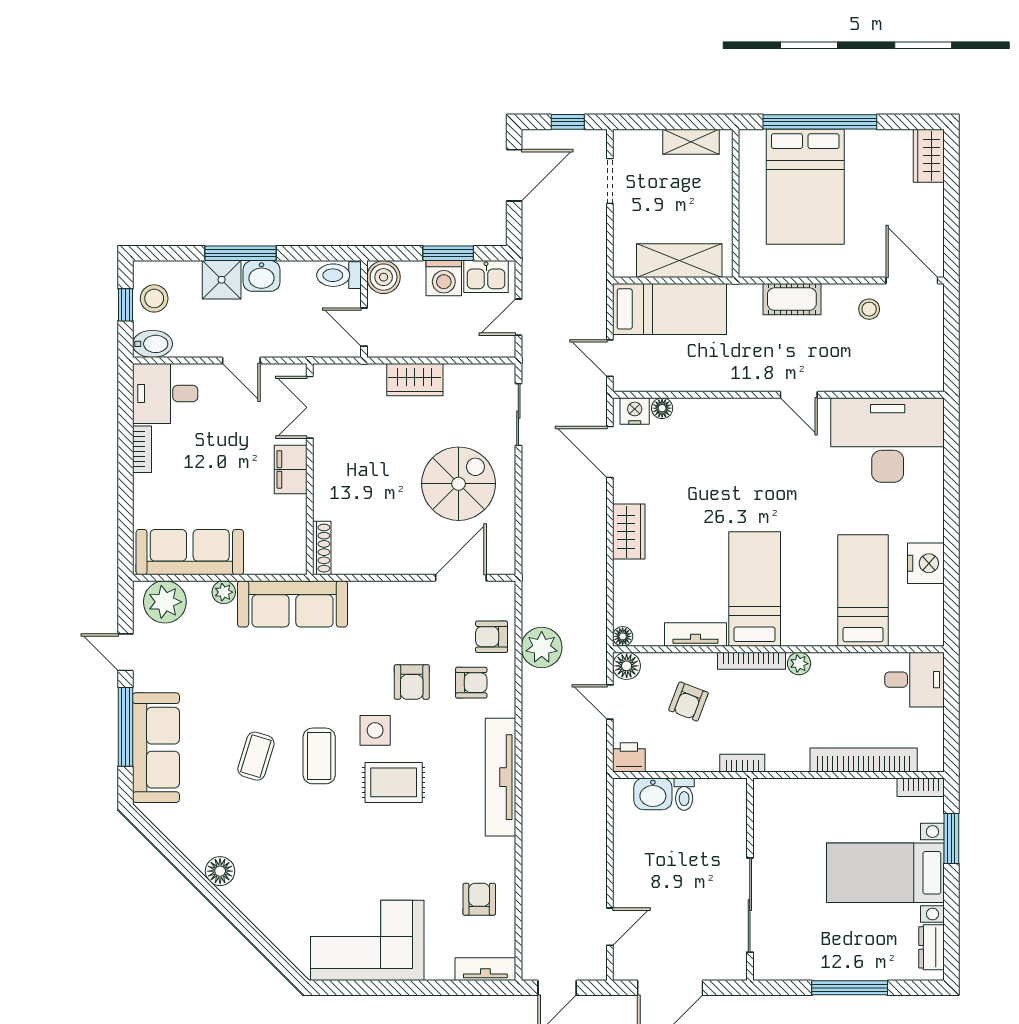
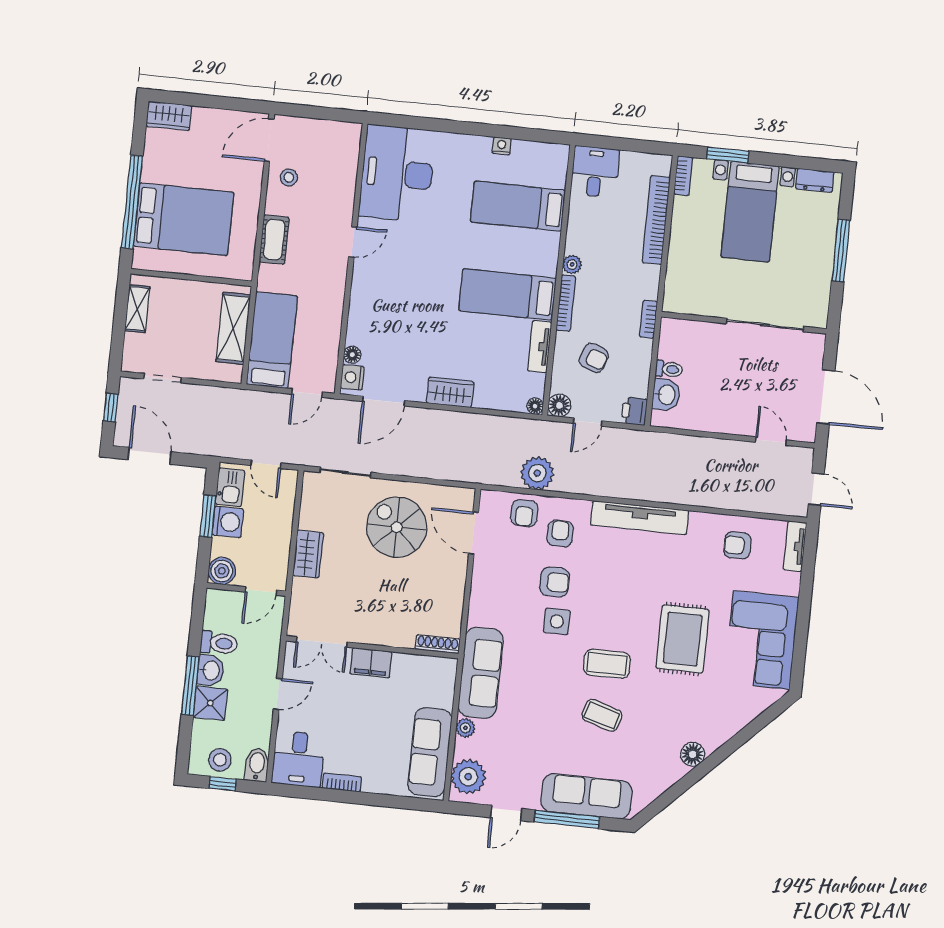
toilet: (339, 275) -> (219, 643), moved, turned -90
nightstand: (926, 563) -> (502, 146), width x0.53, depth x0.56
side table: (375, 730) -> (557, 621), moved
rug: (394, 782) -> (682, 639), moved, width x1.36, depth x1.43

